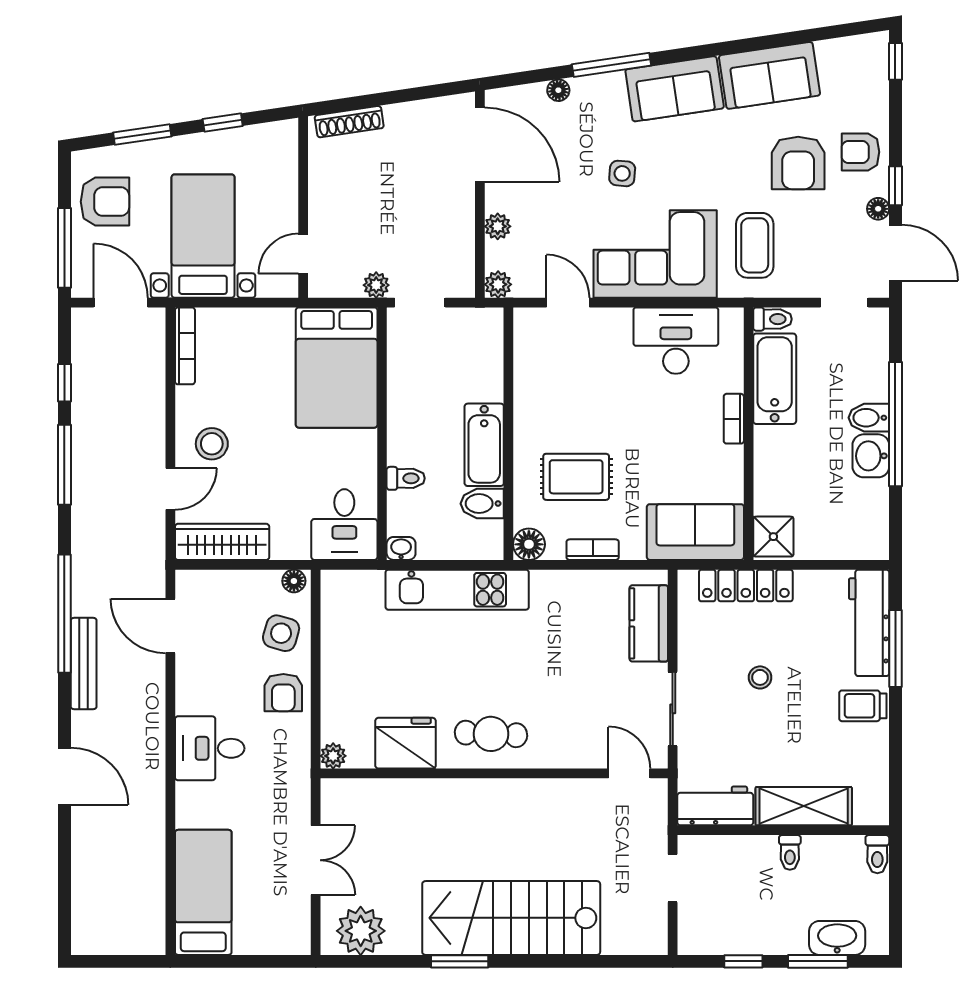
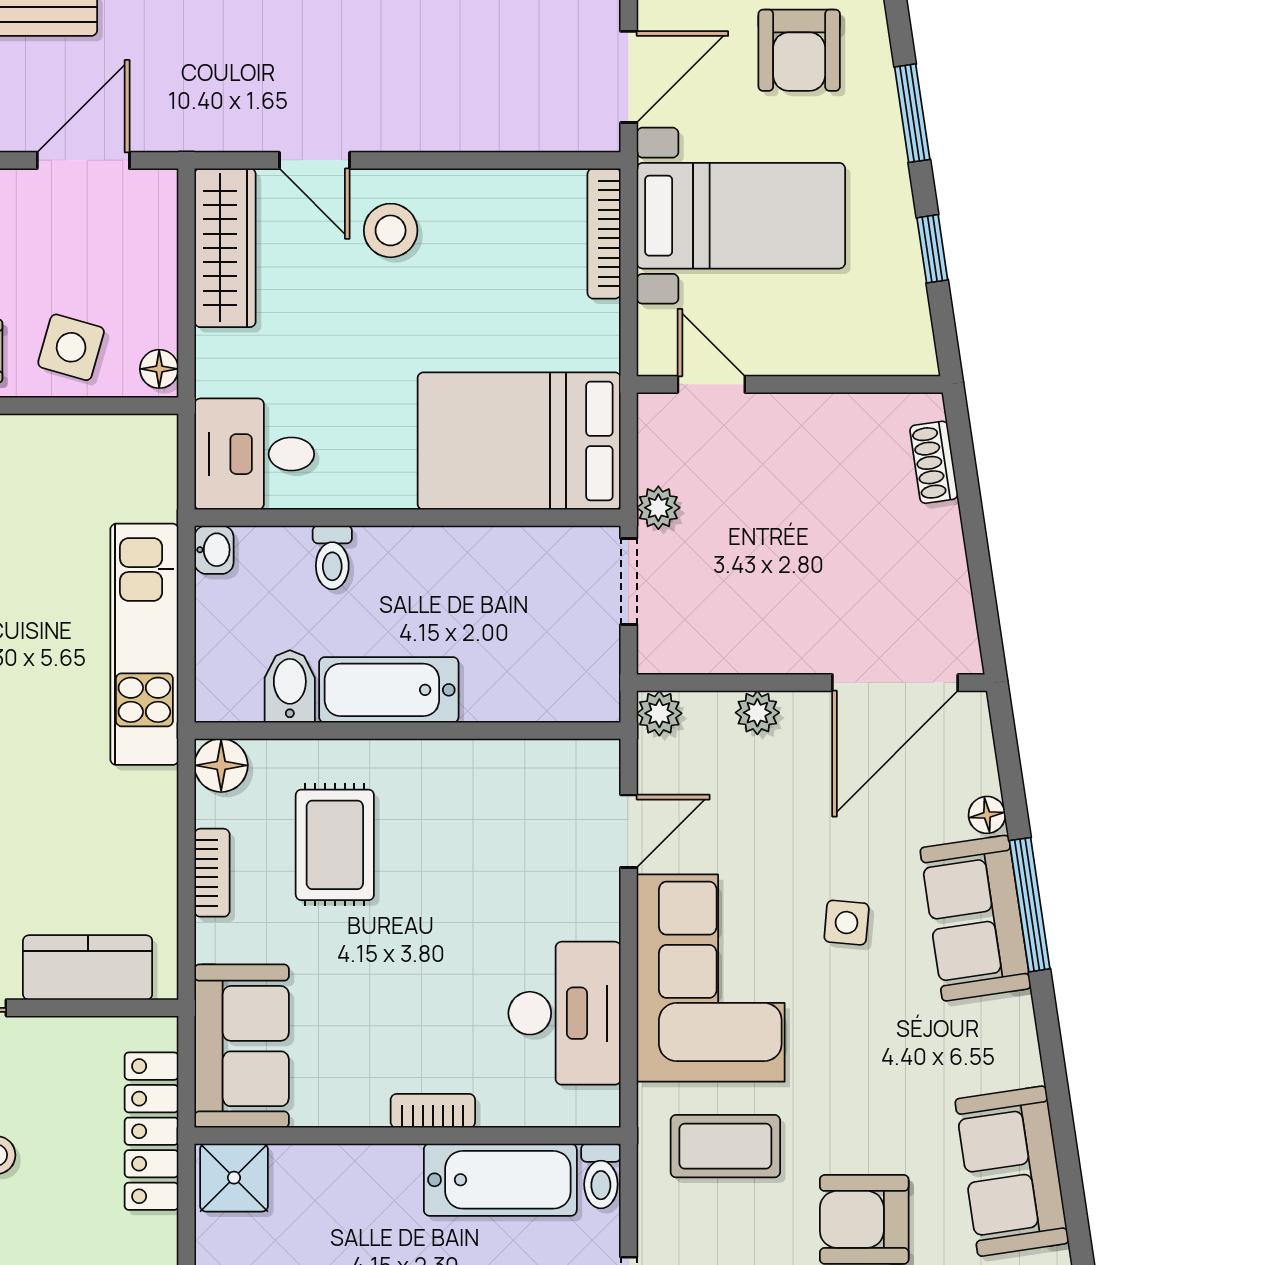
sofa: (675, 89) -> (975, 918), moved
shoe rack: (349, 122) -> (934, 462), width x0.70
bookcase: (185, 346) -> (604, 234), moved, turned 90

